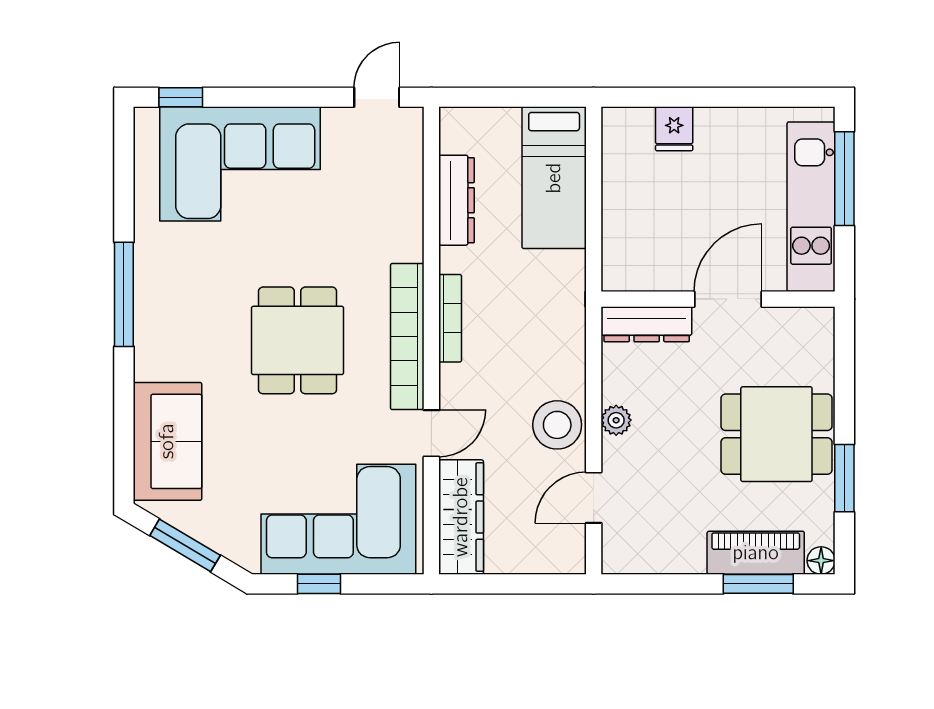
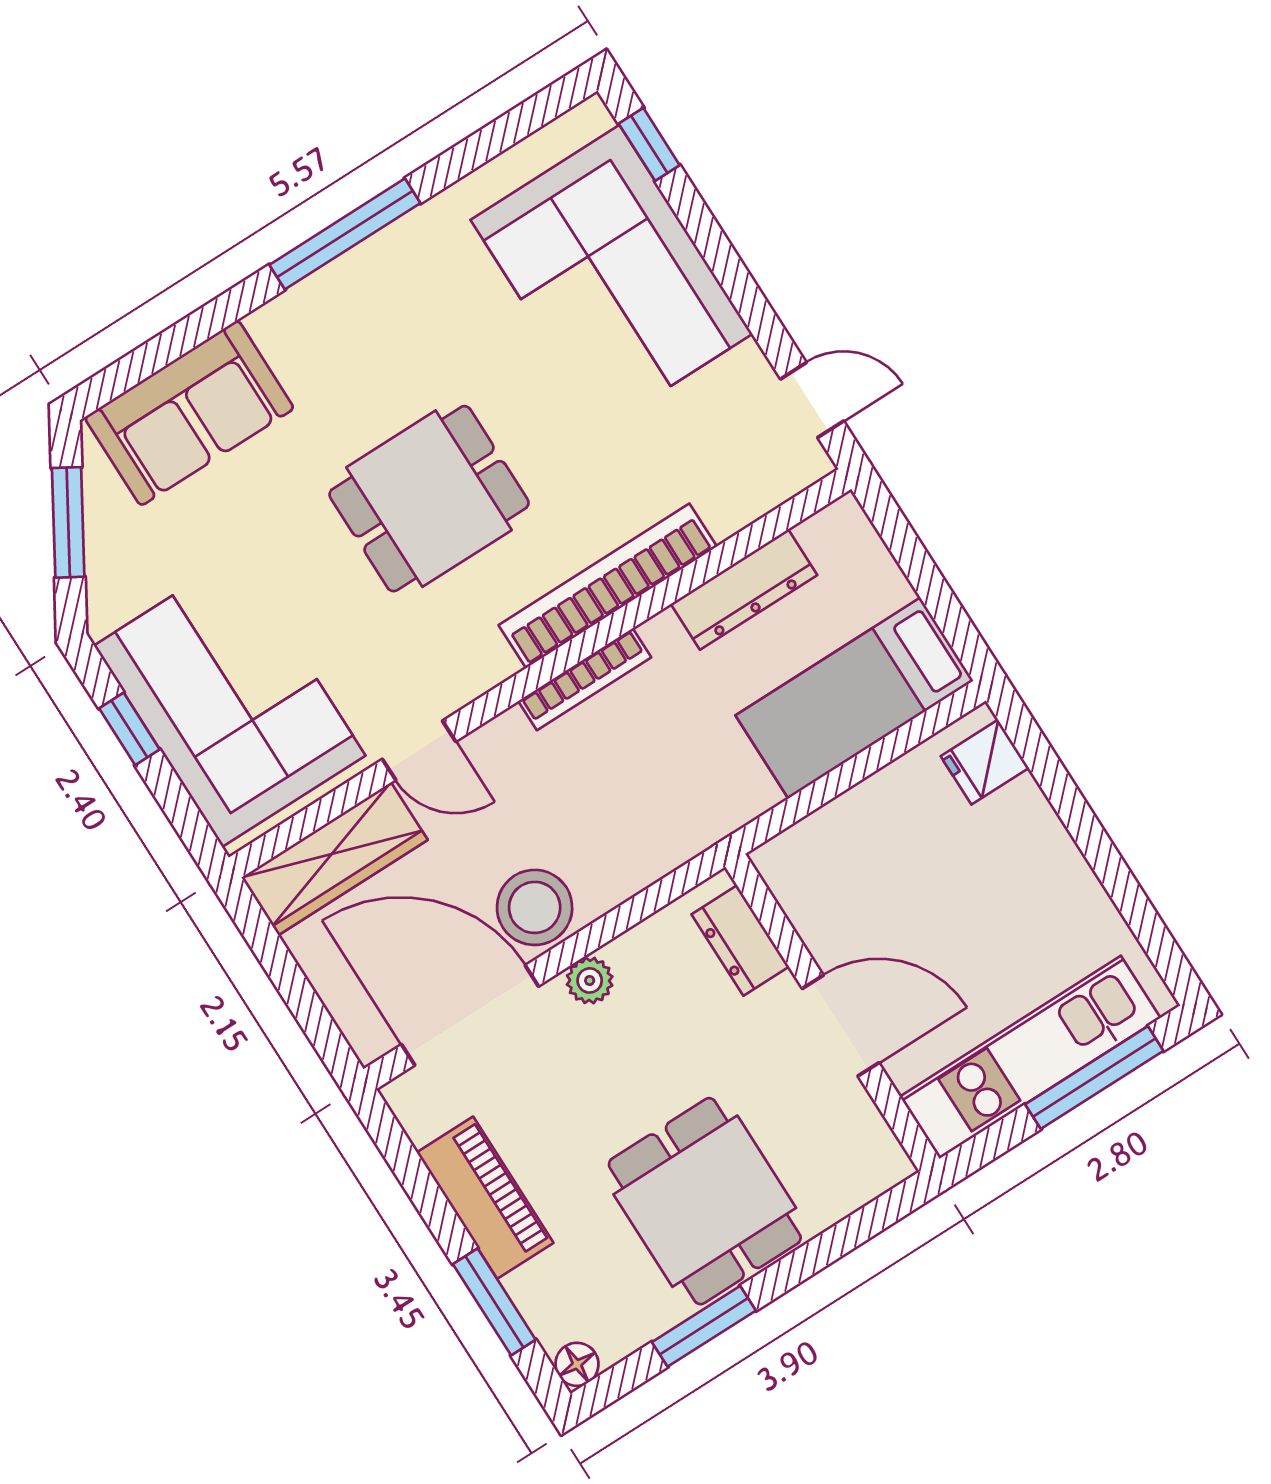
fridge: (674, 129) -> (985, 762), moved
dresser: (647, 324) -> (740, 940), width x0.70
bookcase: (407, 337) -> (608, 586), moved
door: (594, 498) -> (470, 1015), width x1.87
piano: (756, 553) -> (485, 1198), moved

